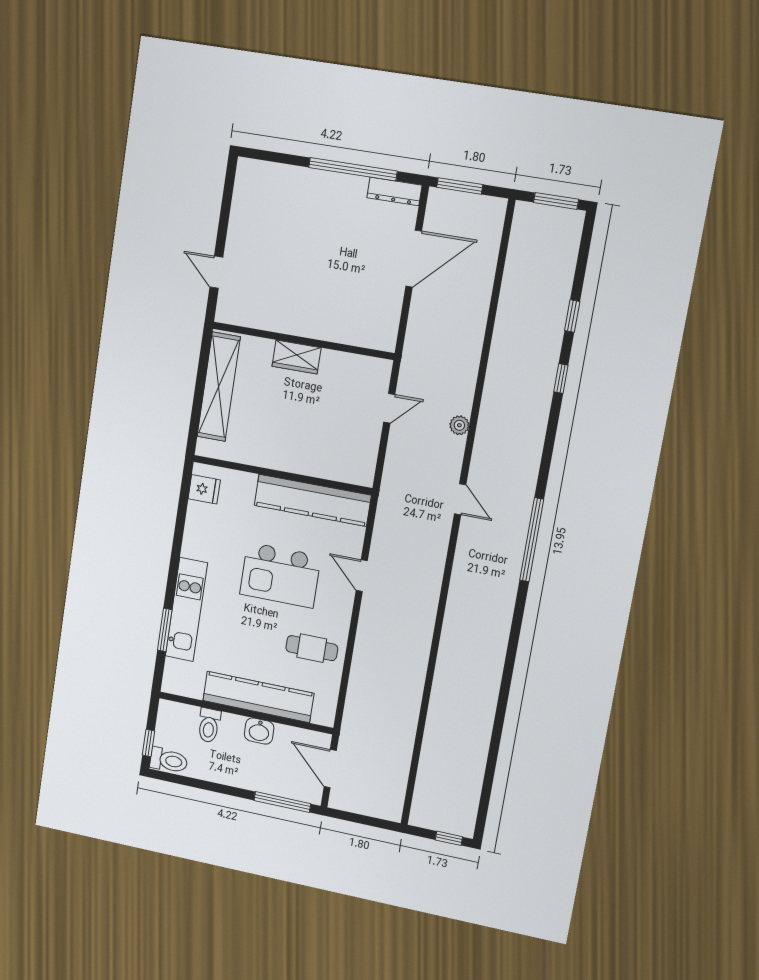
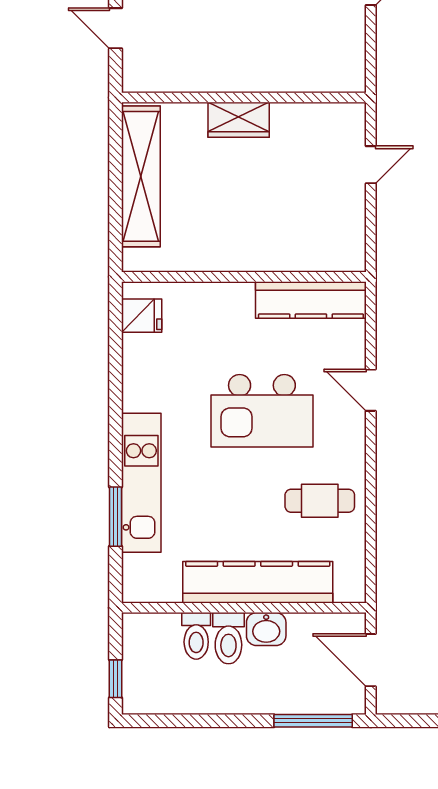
kitchen counter: (313, 500) -> (311, 300), width x0.72, depth x0.86
toilet: (169, 760) -> (228, 638), moved, turned 90

